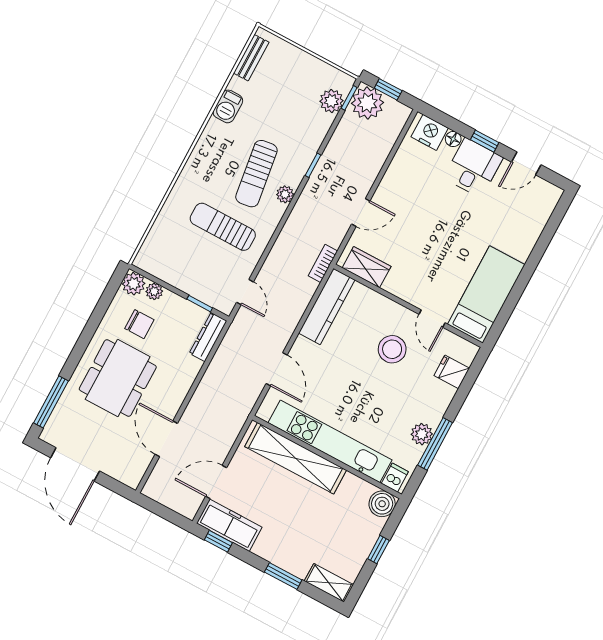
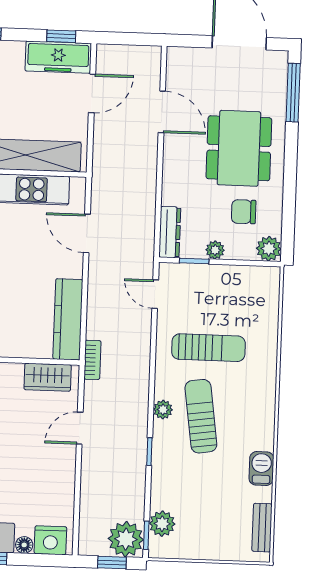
plant: (154, 291) -> (215, 250), moved

